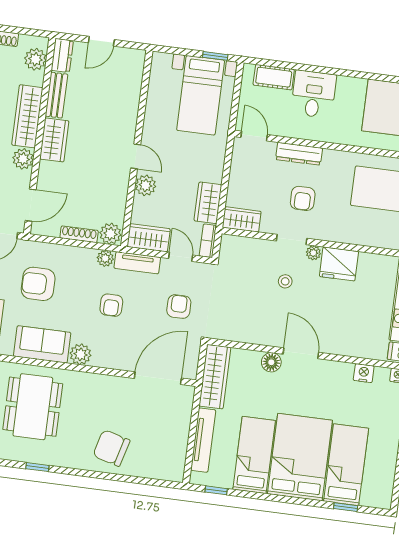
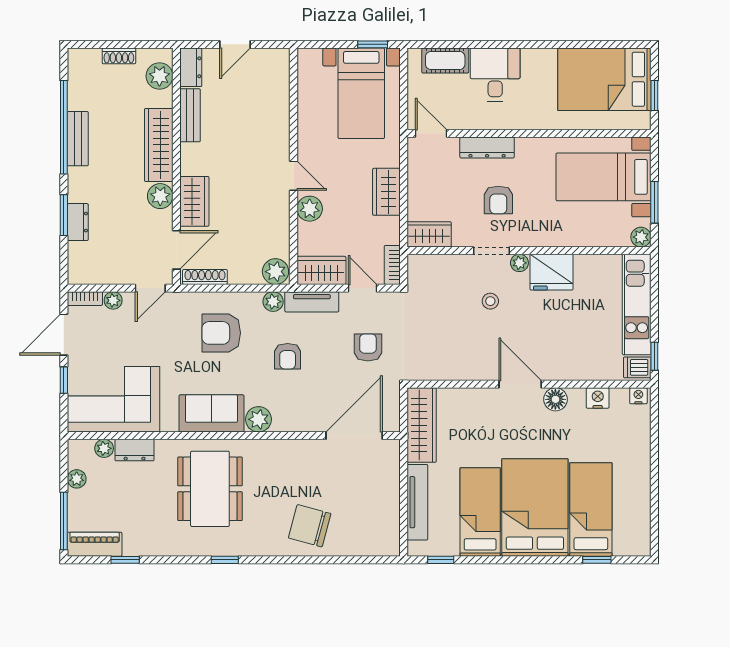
wardrobe: (54, 140) -> (194, 201), moved
wardrobe: (208, 203) -> (386, 192), moved
shoe rack: (79, 234) -> (205, 277), moved
armchair: (38, 284) -> (221, 333), moved
floor lamp: (271, 362) -> (555, 399), moved

